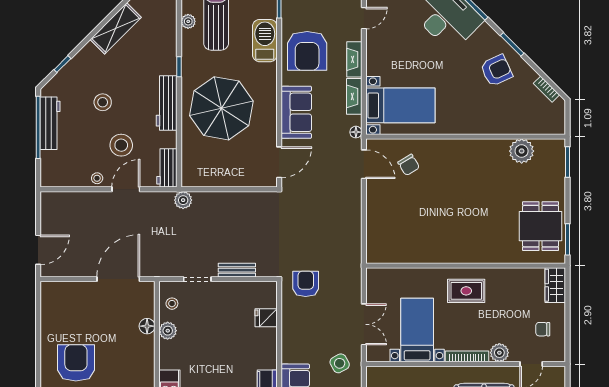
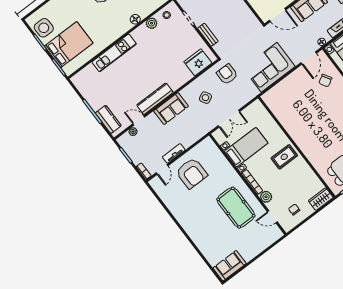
corner sofa: (338, 224) -> (269, 67), added
armchair: (306, 284) -> (227, 74), turned -90
rug: (466, 291) -> (284, 157), turned 90
fridge: (266, 318) -> (198, 62), width x1.88, depth x1.34
floor lamp: (147, 326) -> (135, 19), moved
side table: (340, 363) -> (205, 98), moved

